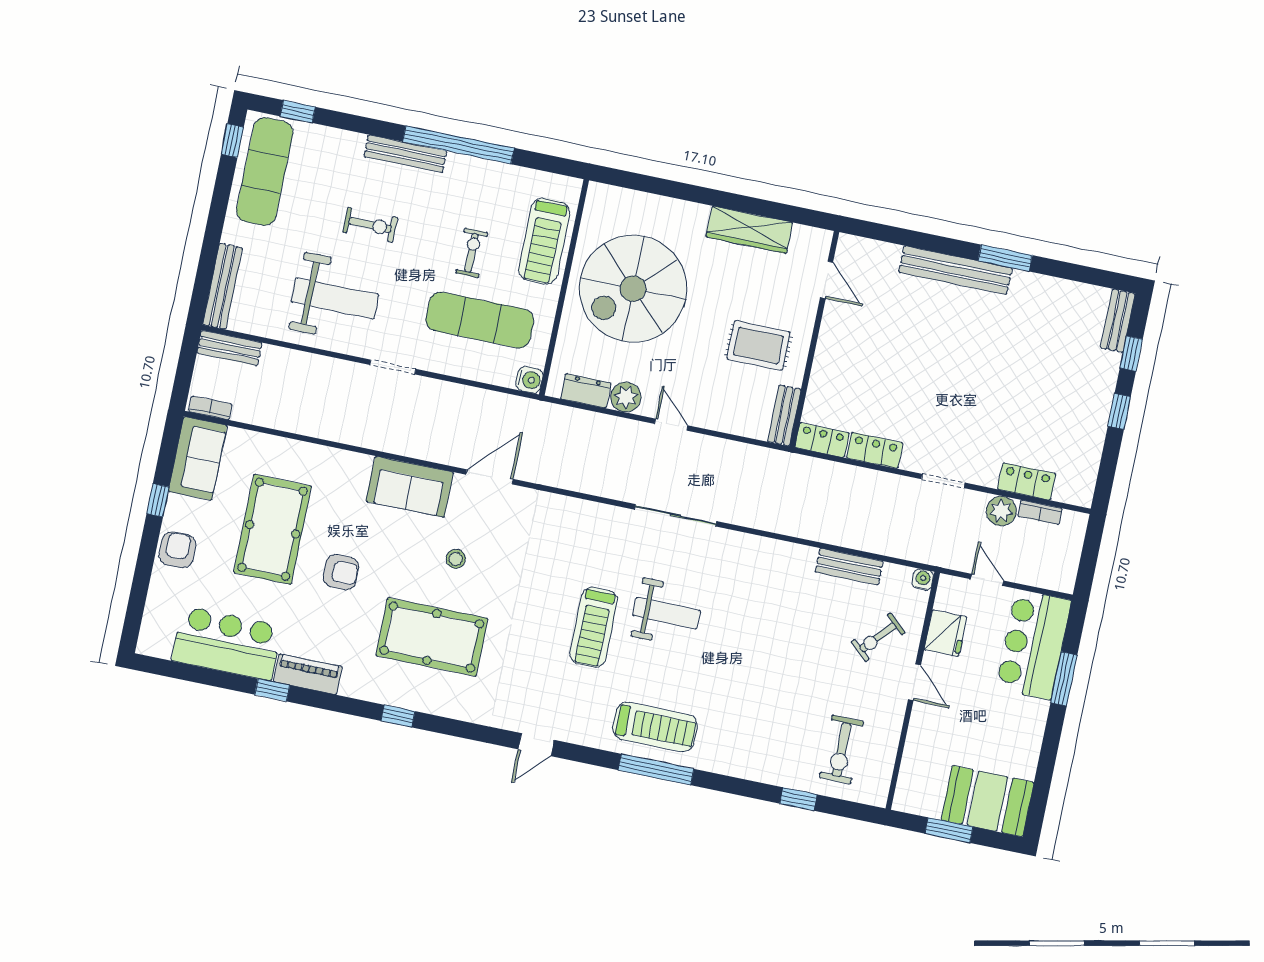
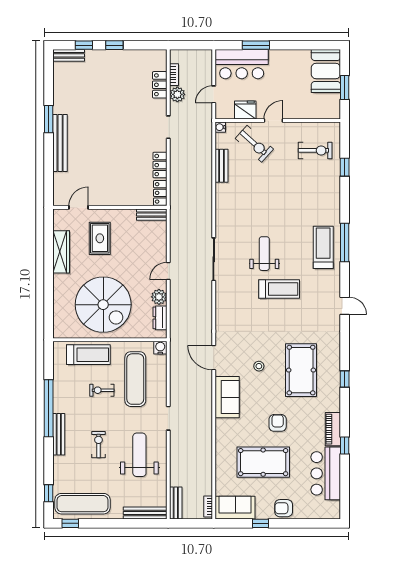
rug: (758, 346) -> (100, 238), moved
exercise bike: (878, 637) -> (254, 144), width x1.38, depth x1.39

